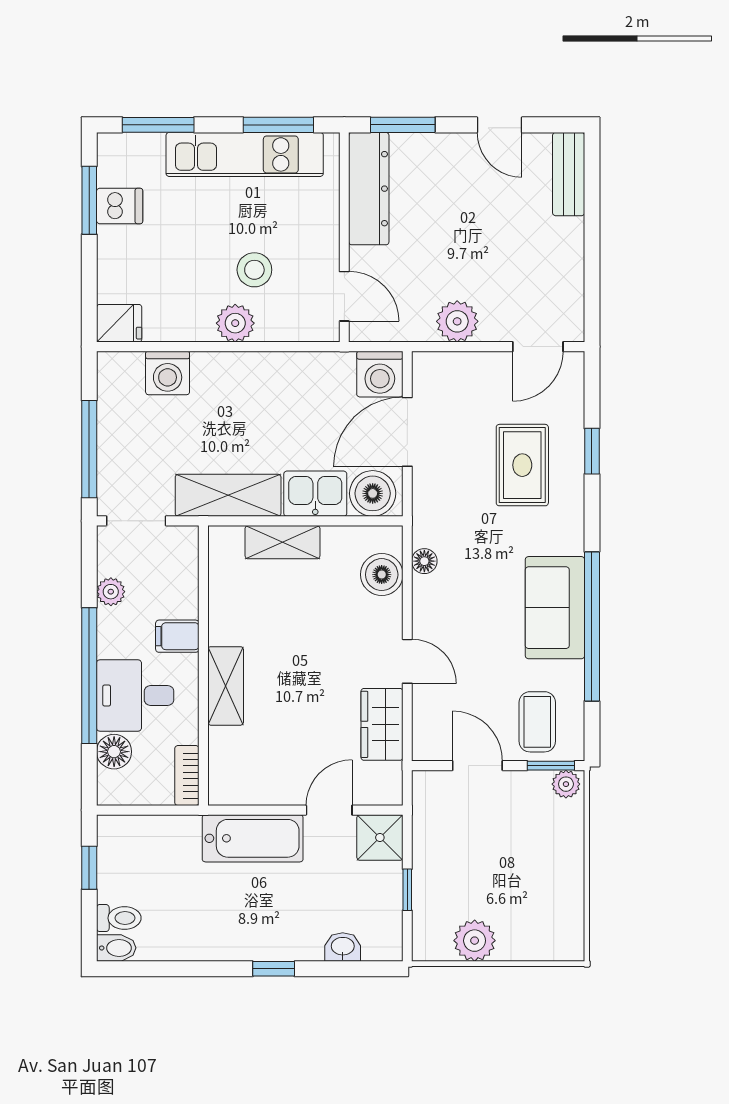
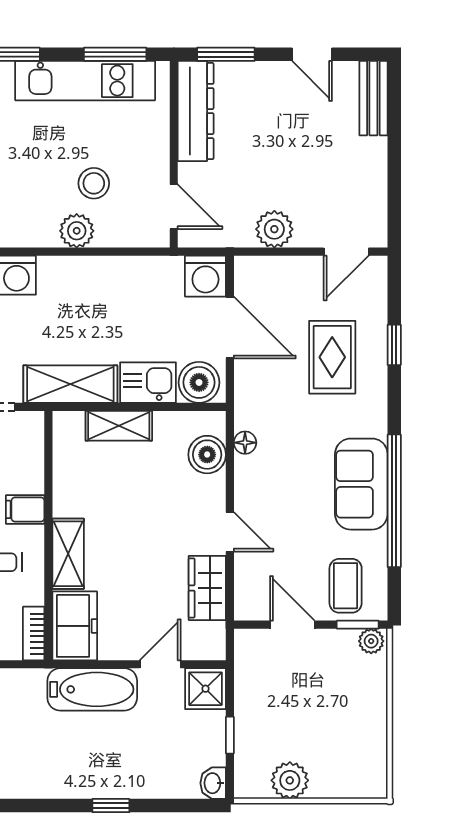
door: (407, 432) -> (230, 328), swing flipped
freezer: (233, 767) -> (75, 626), added
washbasin: (343, 947) -> (213, 783), moved, turned -90

